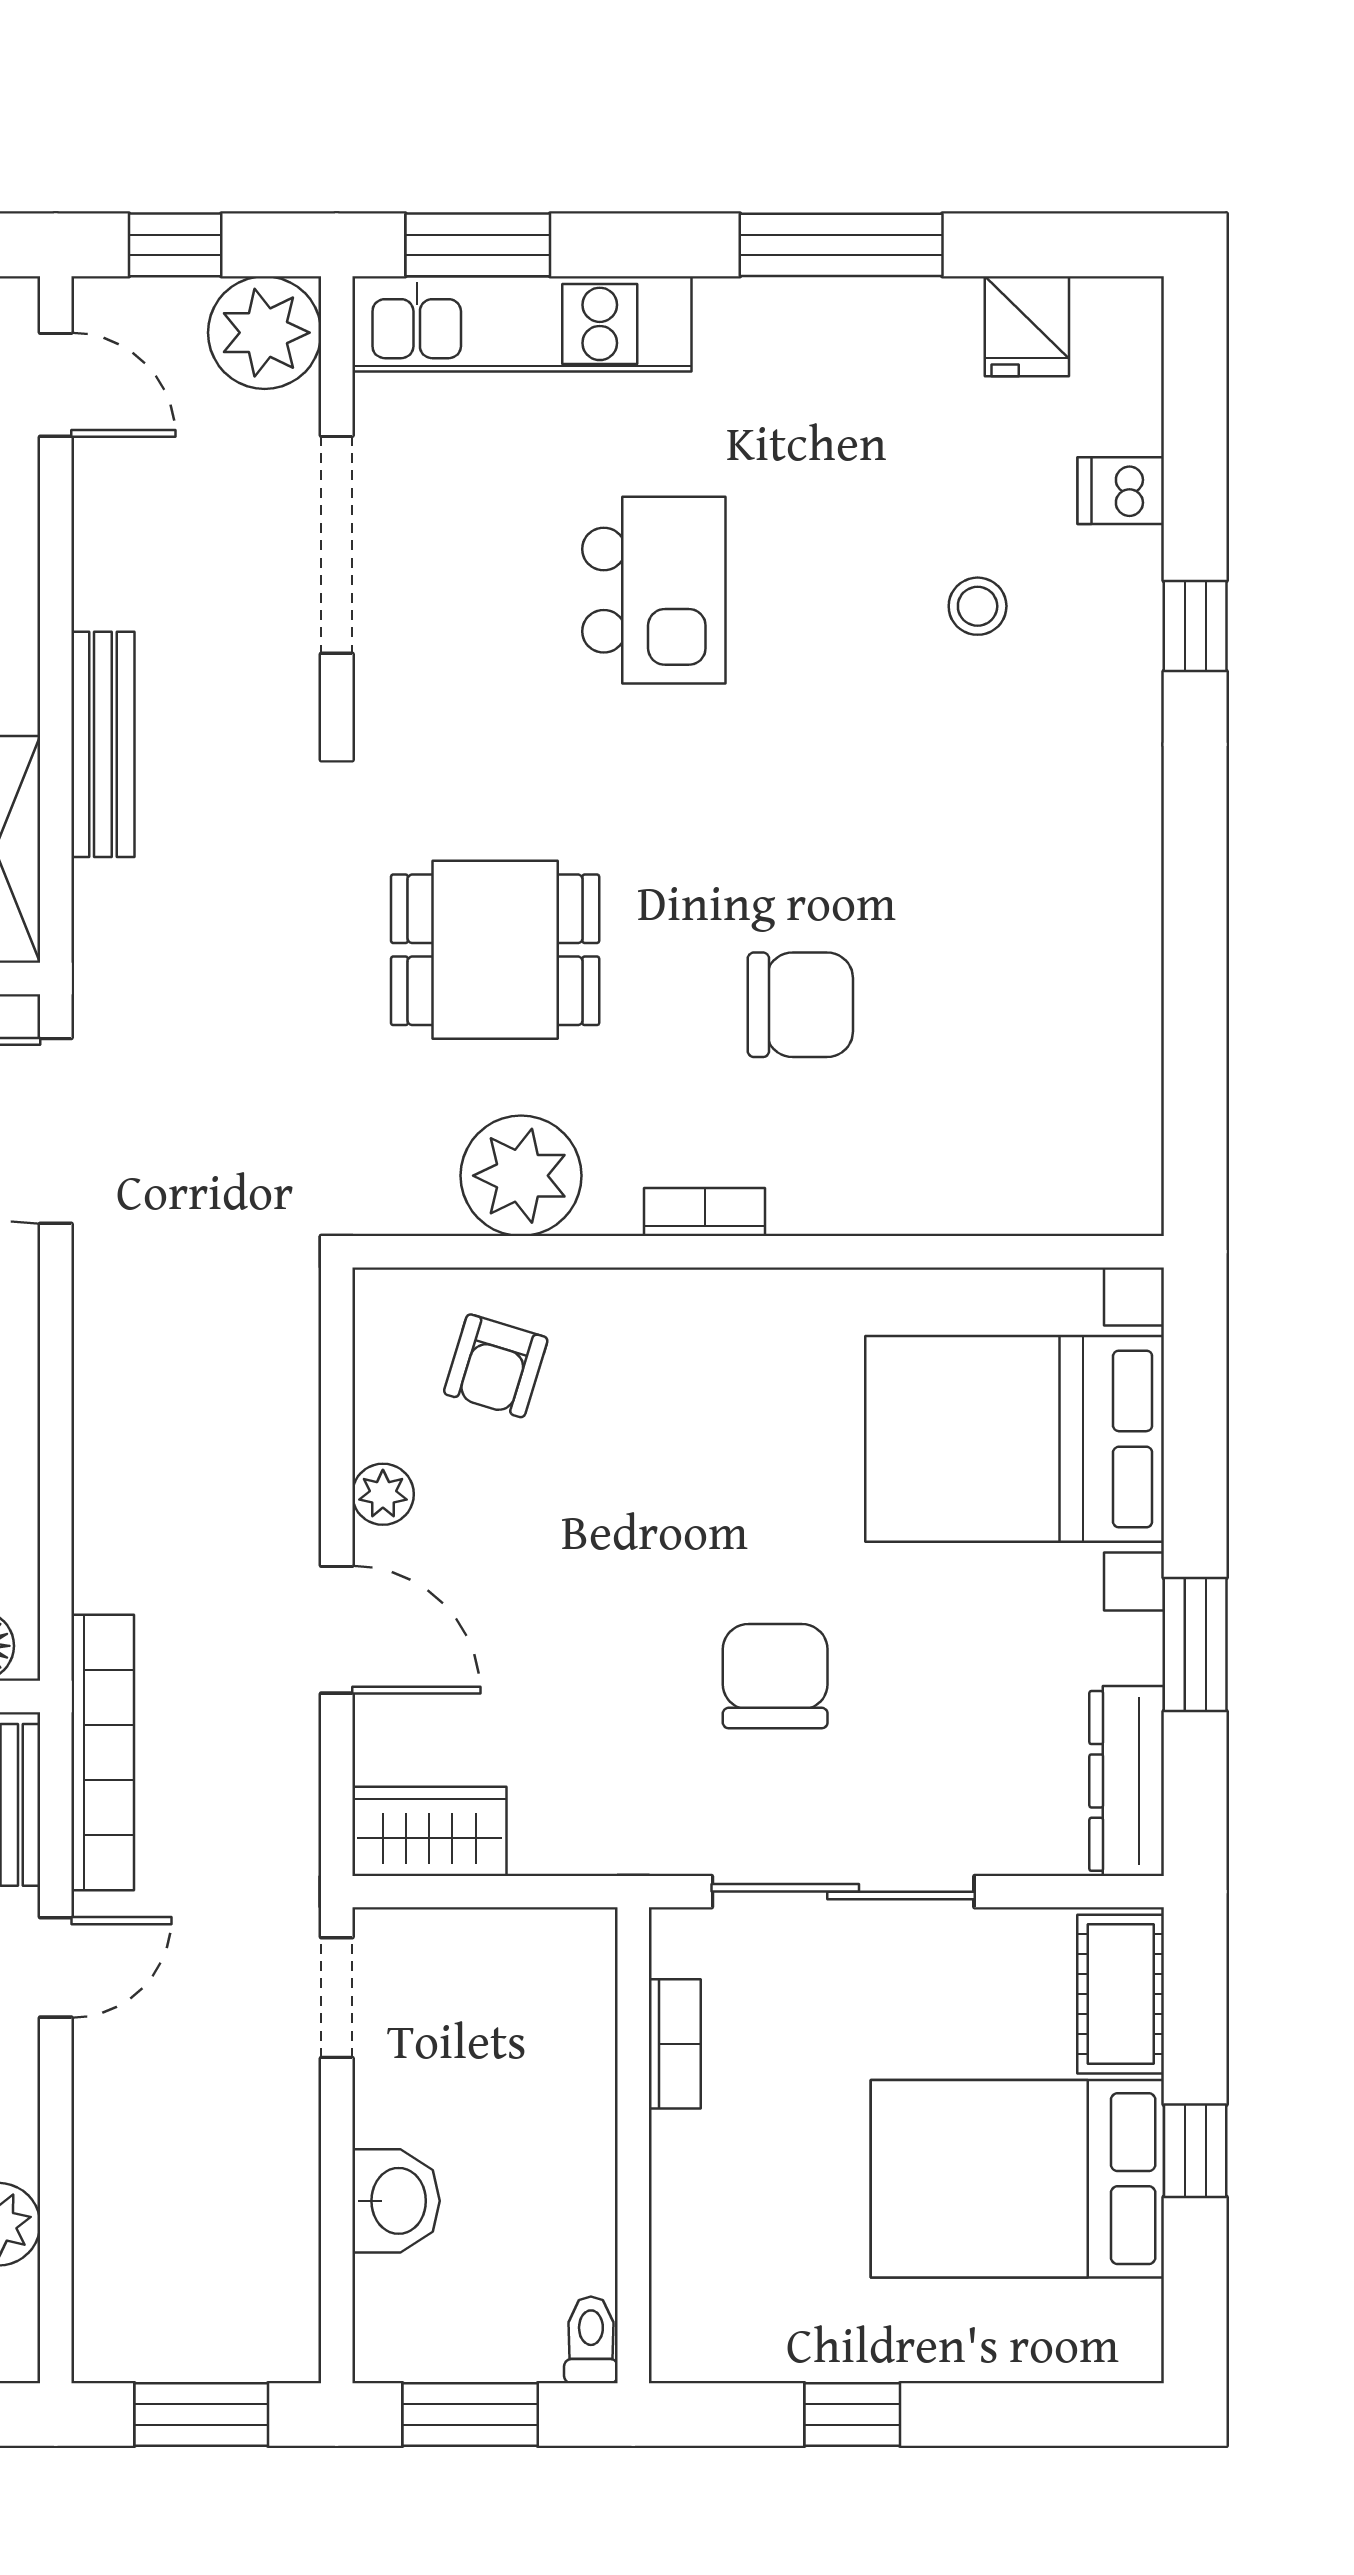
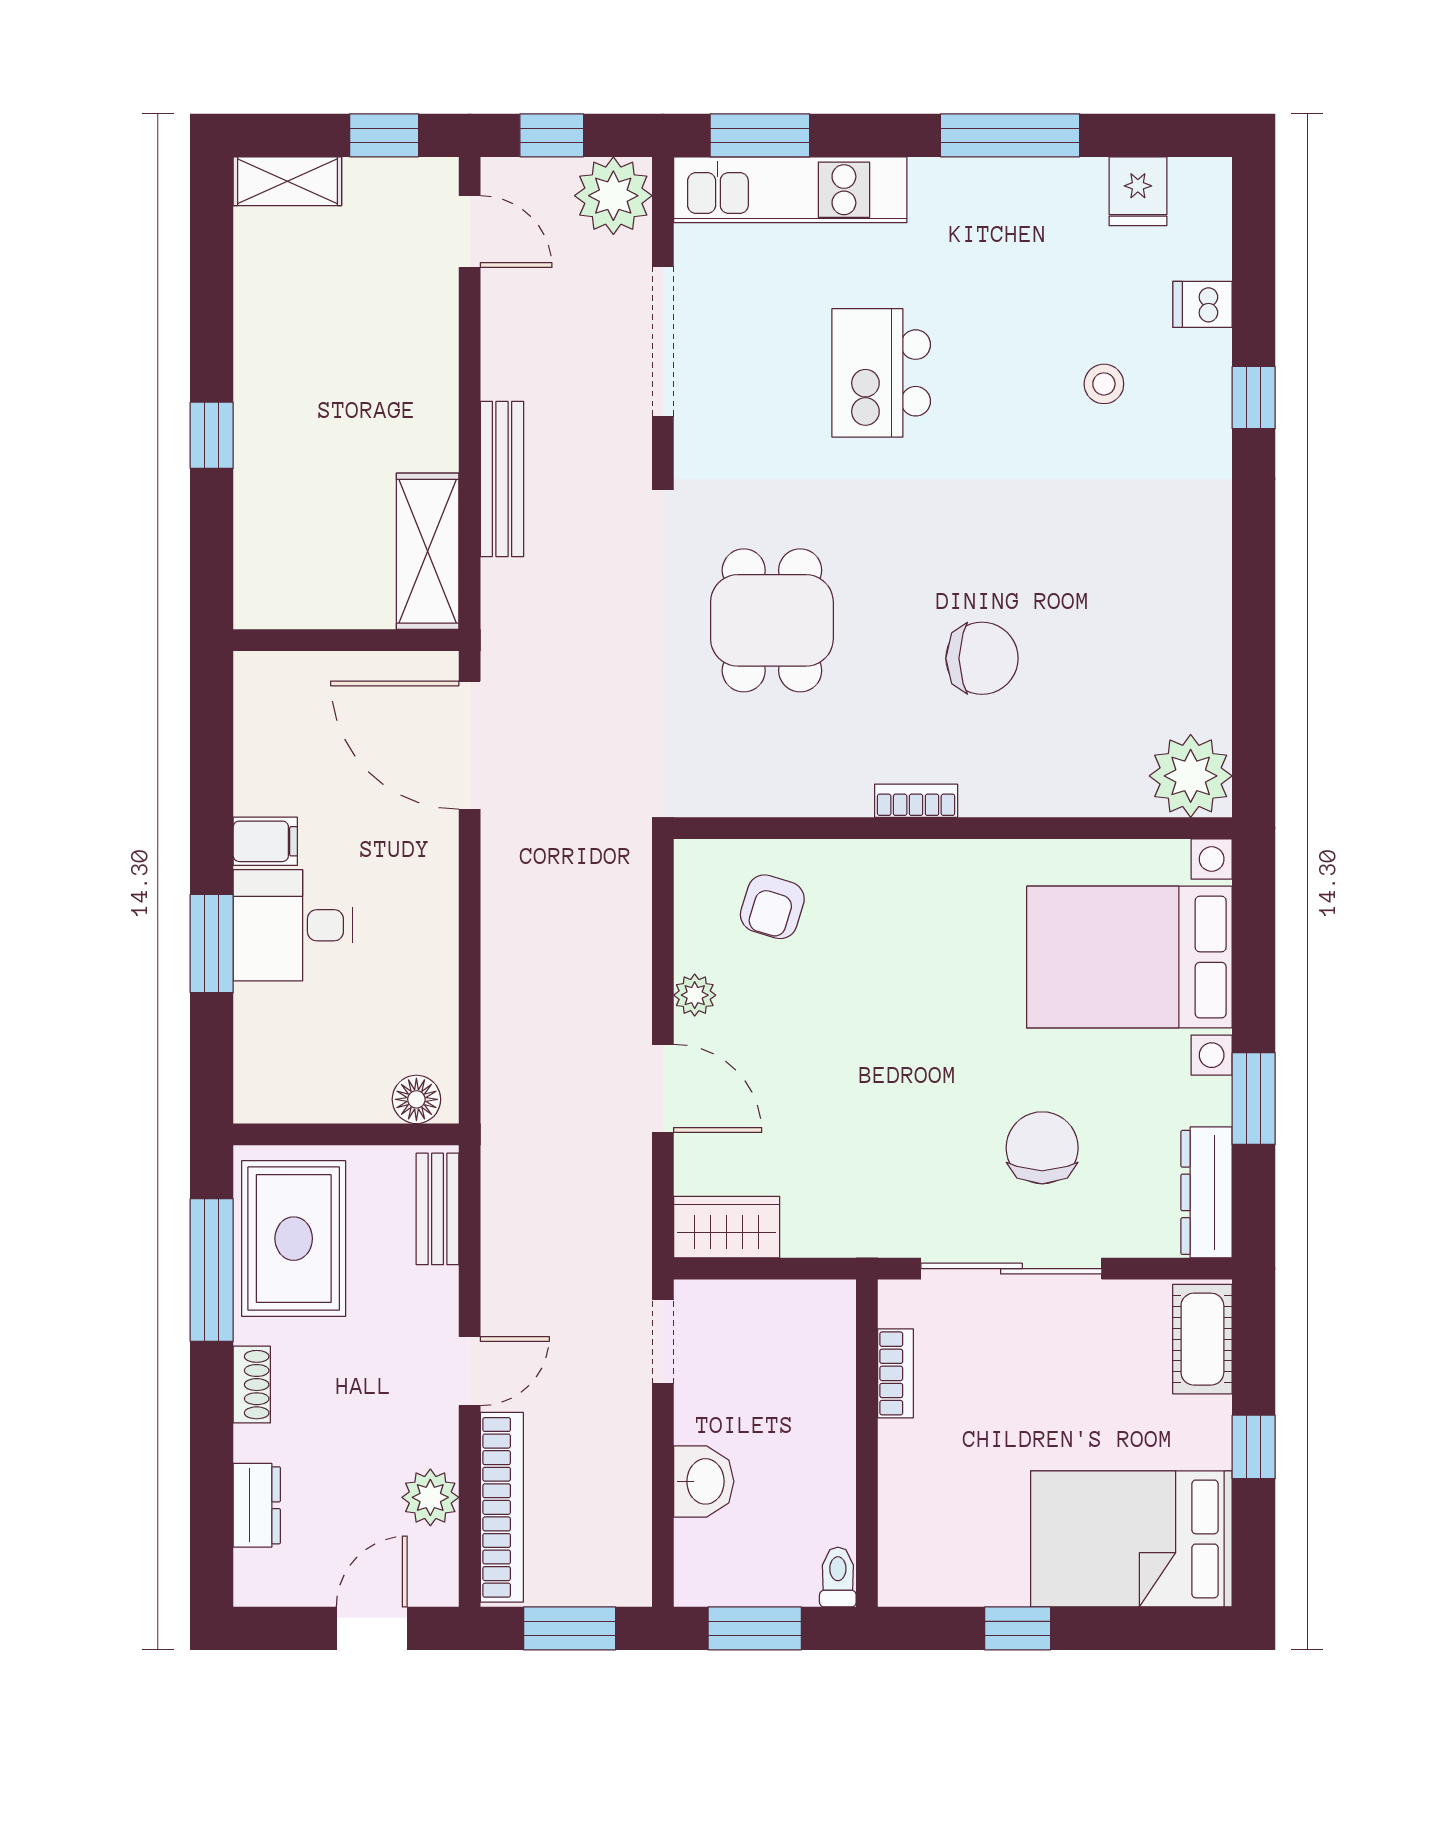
kitchen island: (654, 590) -> (881, 373), turned 180
dining table: (495, 950) -> (772, 620), turned 90
plant: (521, 1176) -> (1191, 776), moved
chair: (775, 1676) -> (1042, 1148), moved
bookcase: (103, 1753) -> (502, 1507), moved
door: (56, 1967) -> (470, 1371), moved
bed: (1017, 2179) -> (1131, 1539), moved

